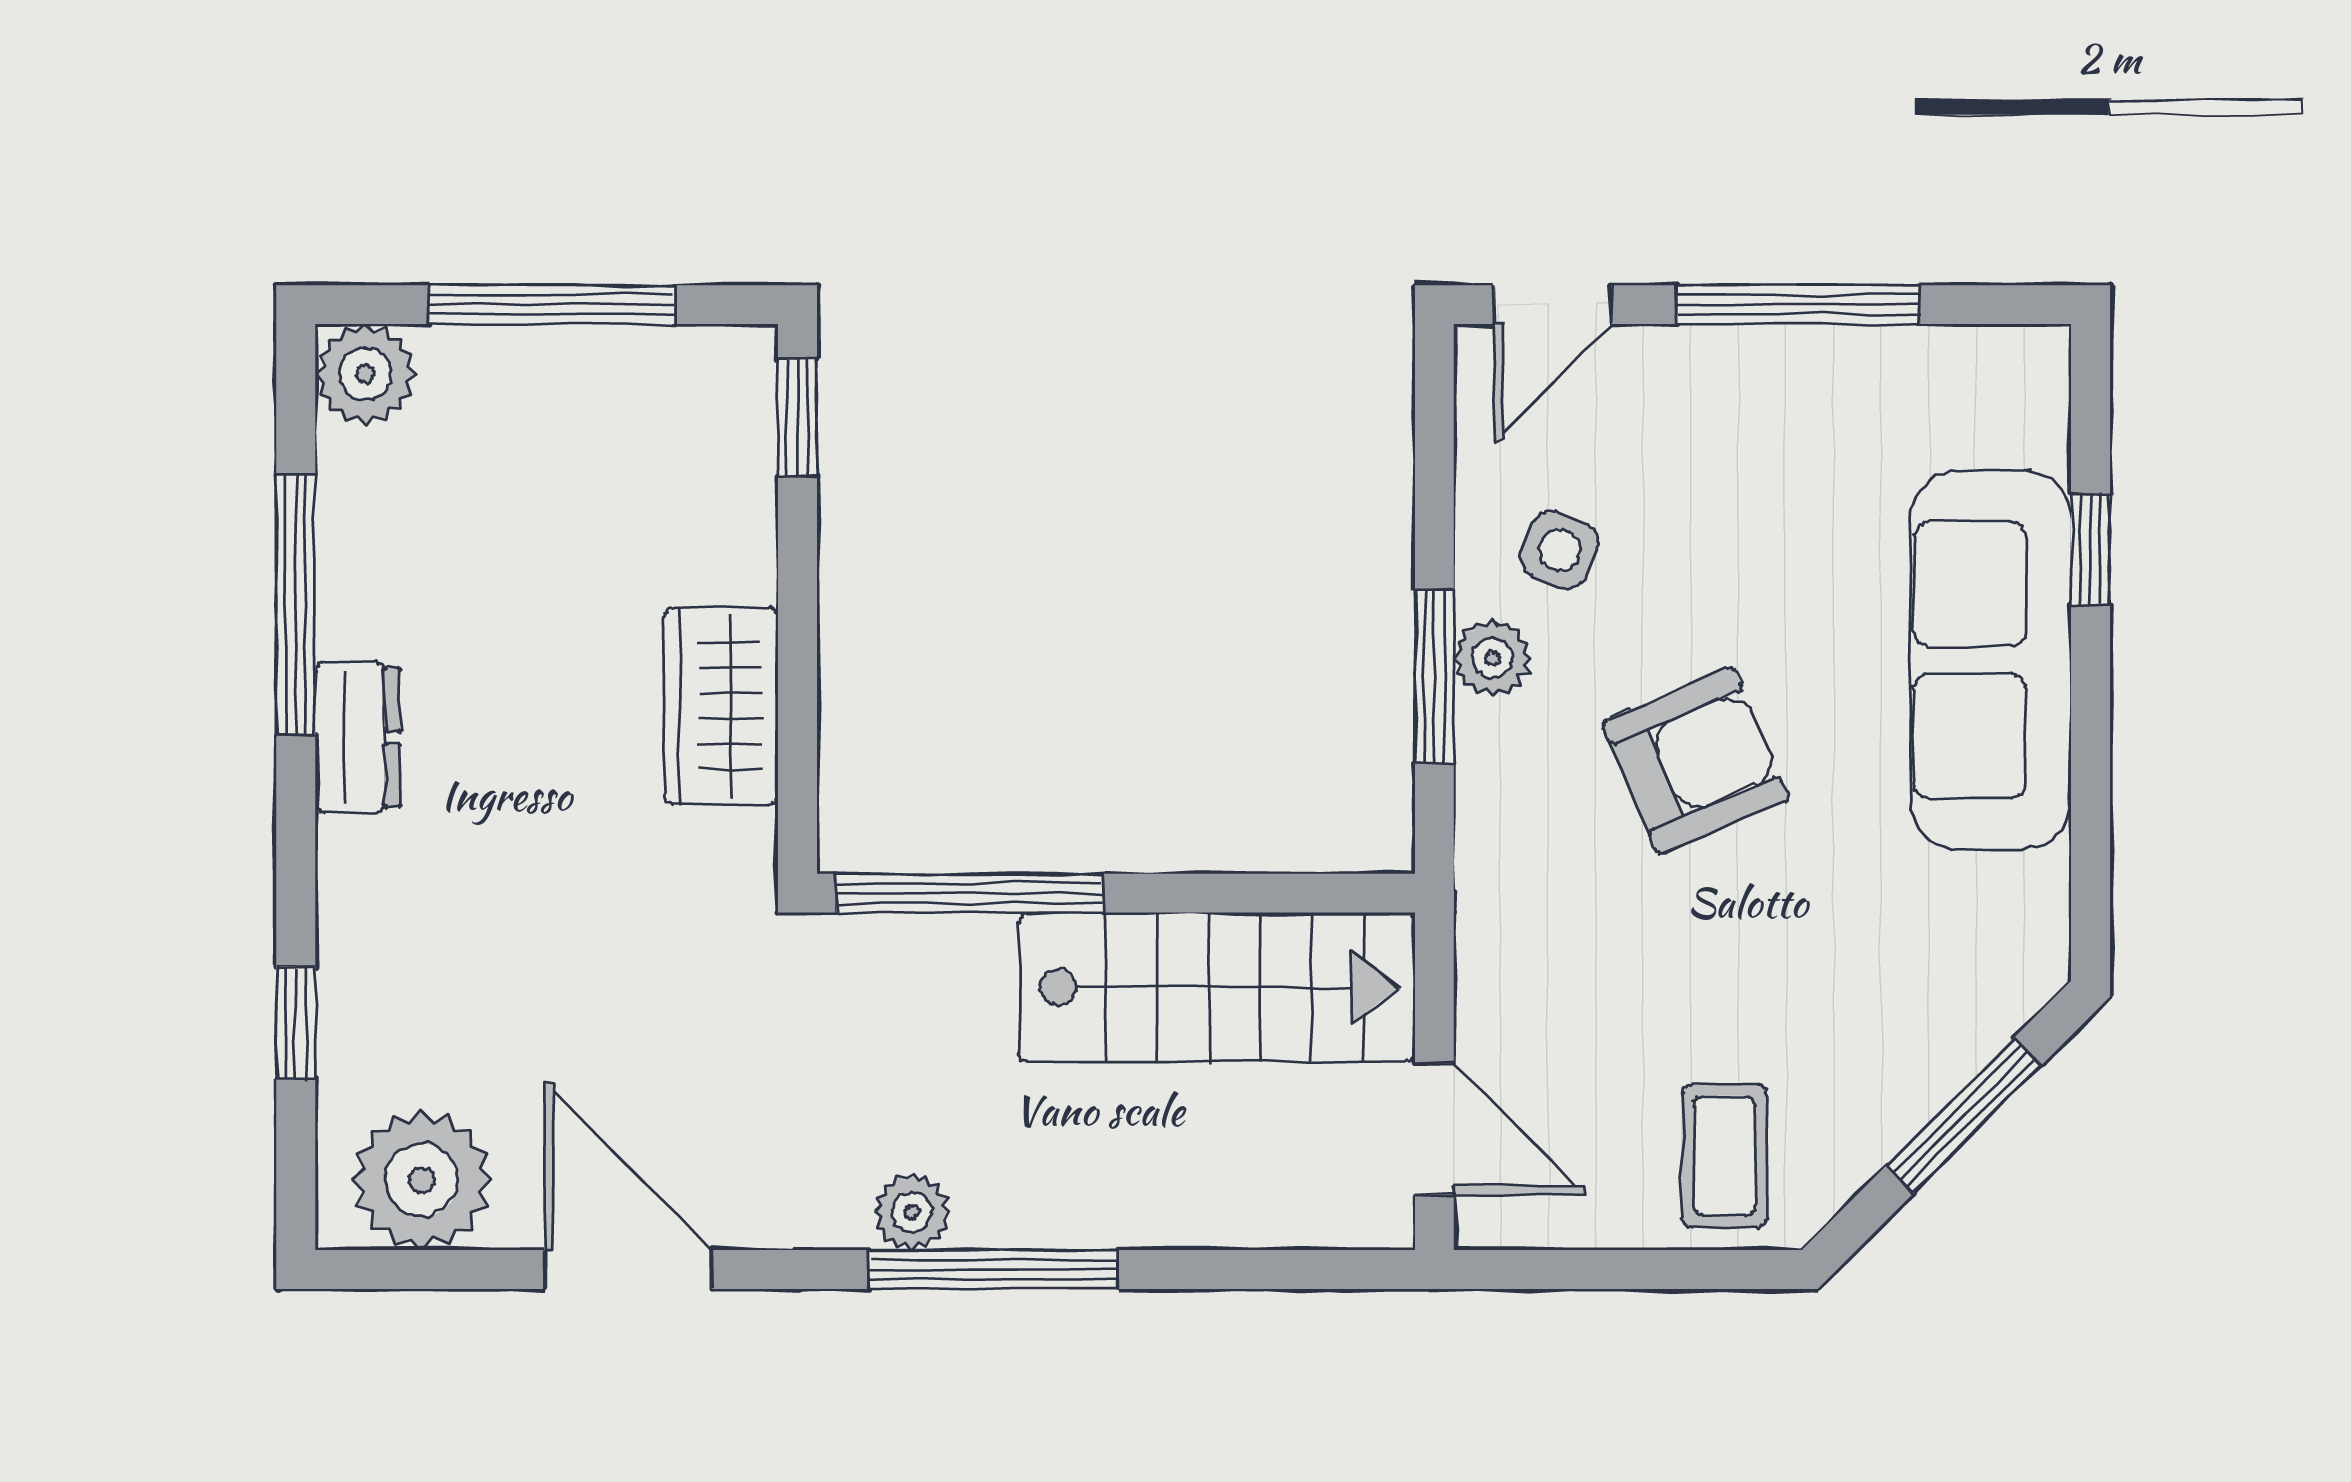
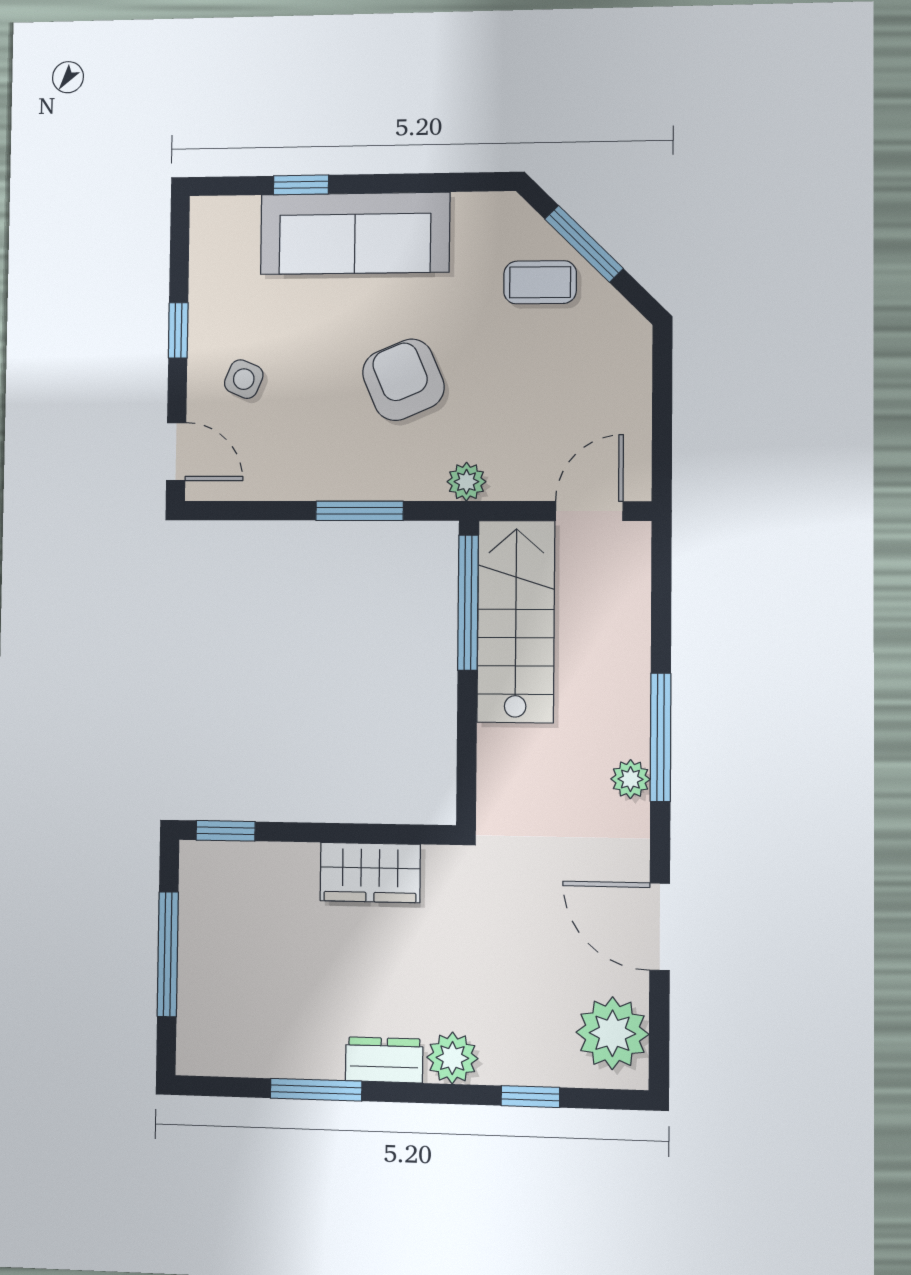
window: (1798, 305) -> (178, 330), width x0.46
plant: (365, 374) -> (452, 1058), moved
side table: (1559, 550) -> (244, 379), moved
window: (296, 604) -> (316, 1090), width x0.69
plant: (1492, 658) -> (466, 482), moved
window: (970, 893) -> (468, 603), moved
coffee table: (1724, 1156) -> (540, 282), moved
door: (628, 1270) -> (660, 927), hinge flipped

